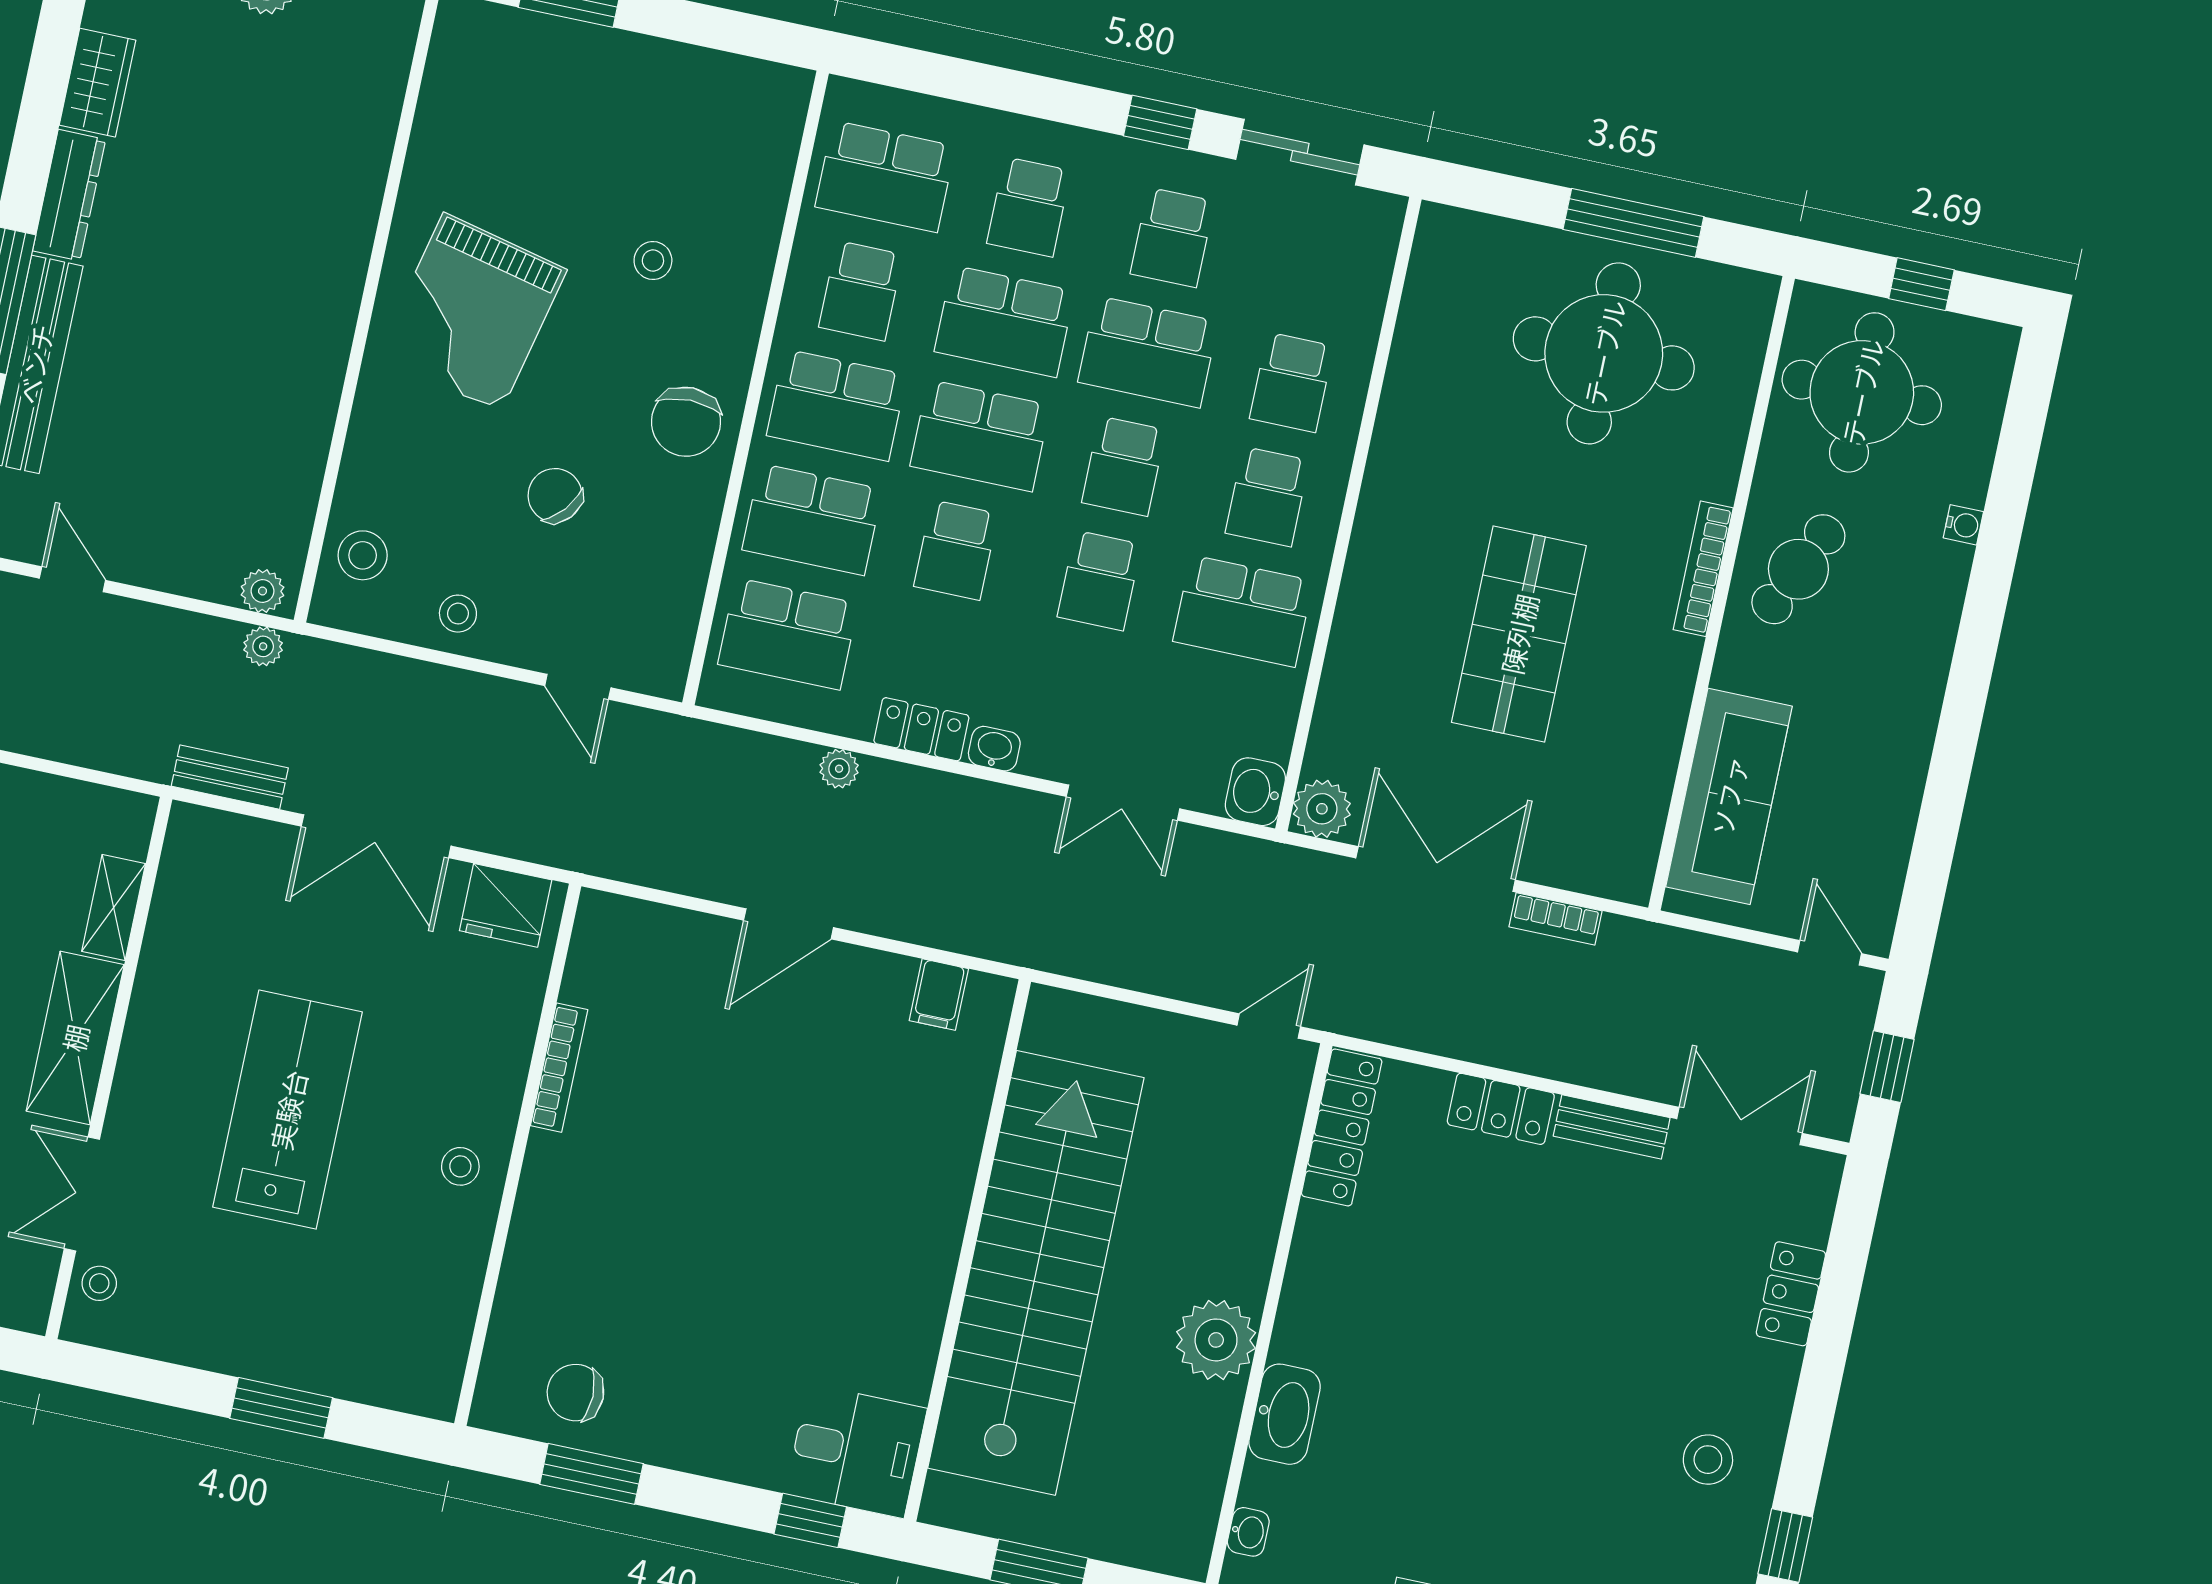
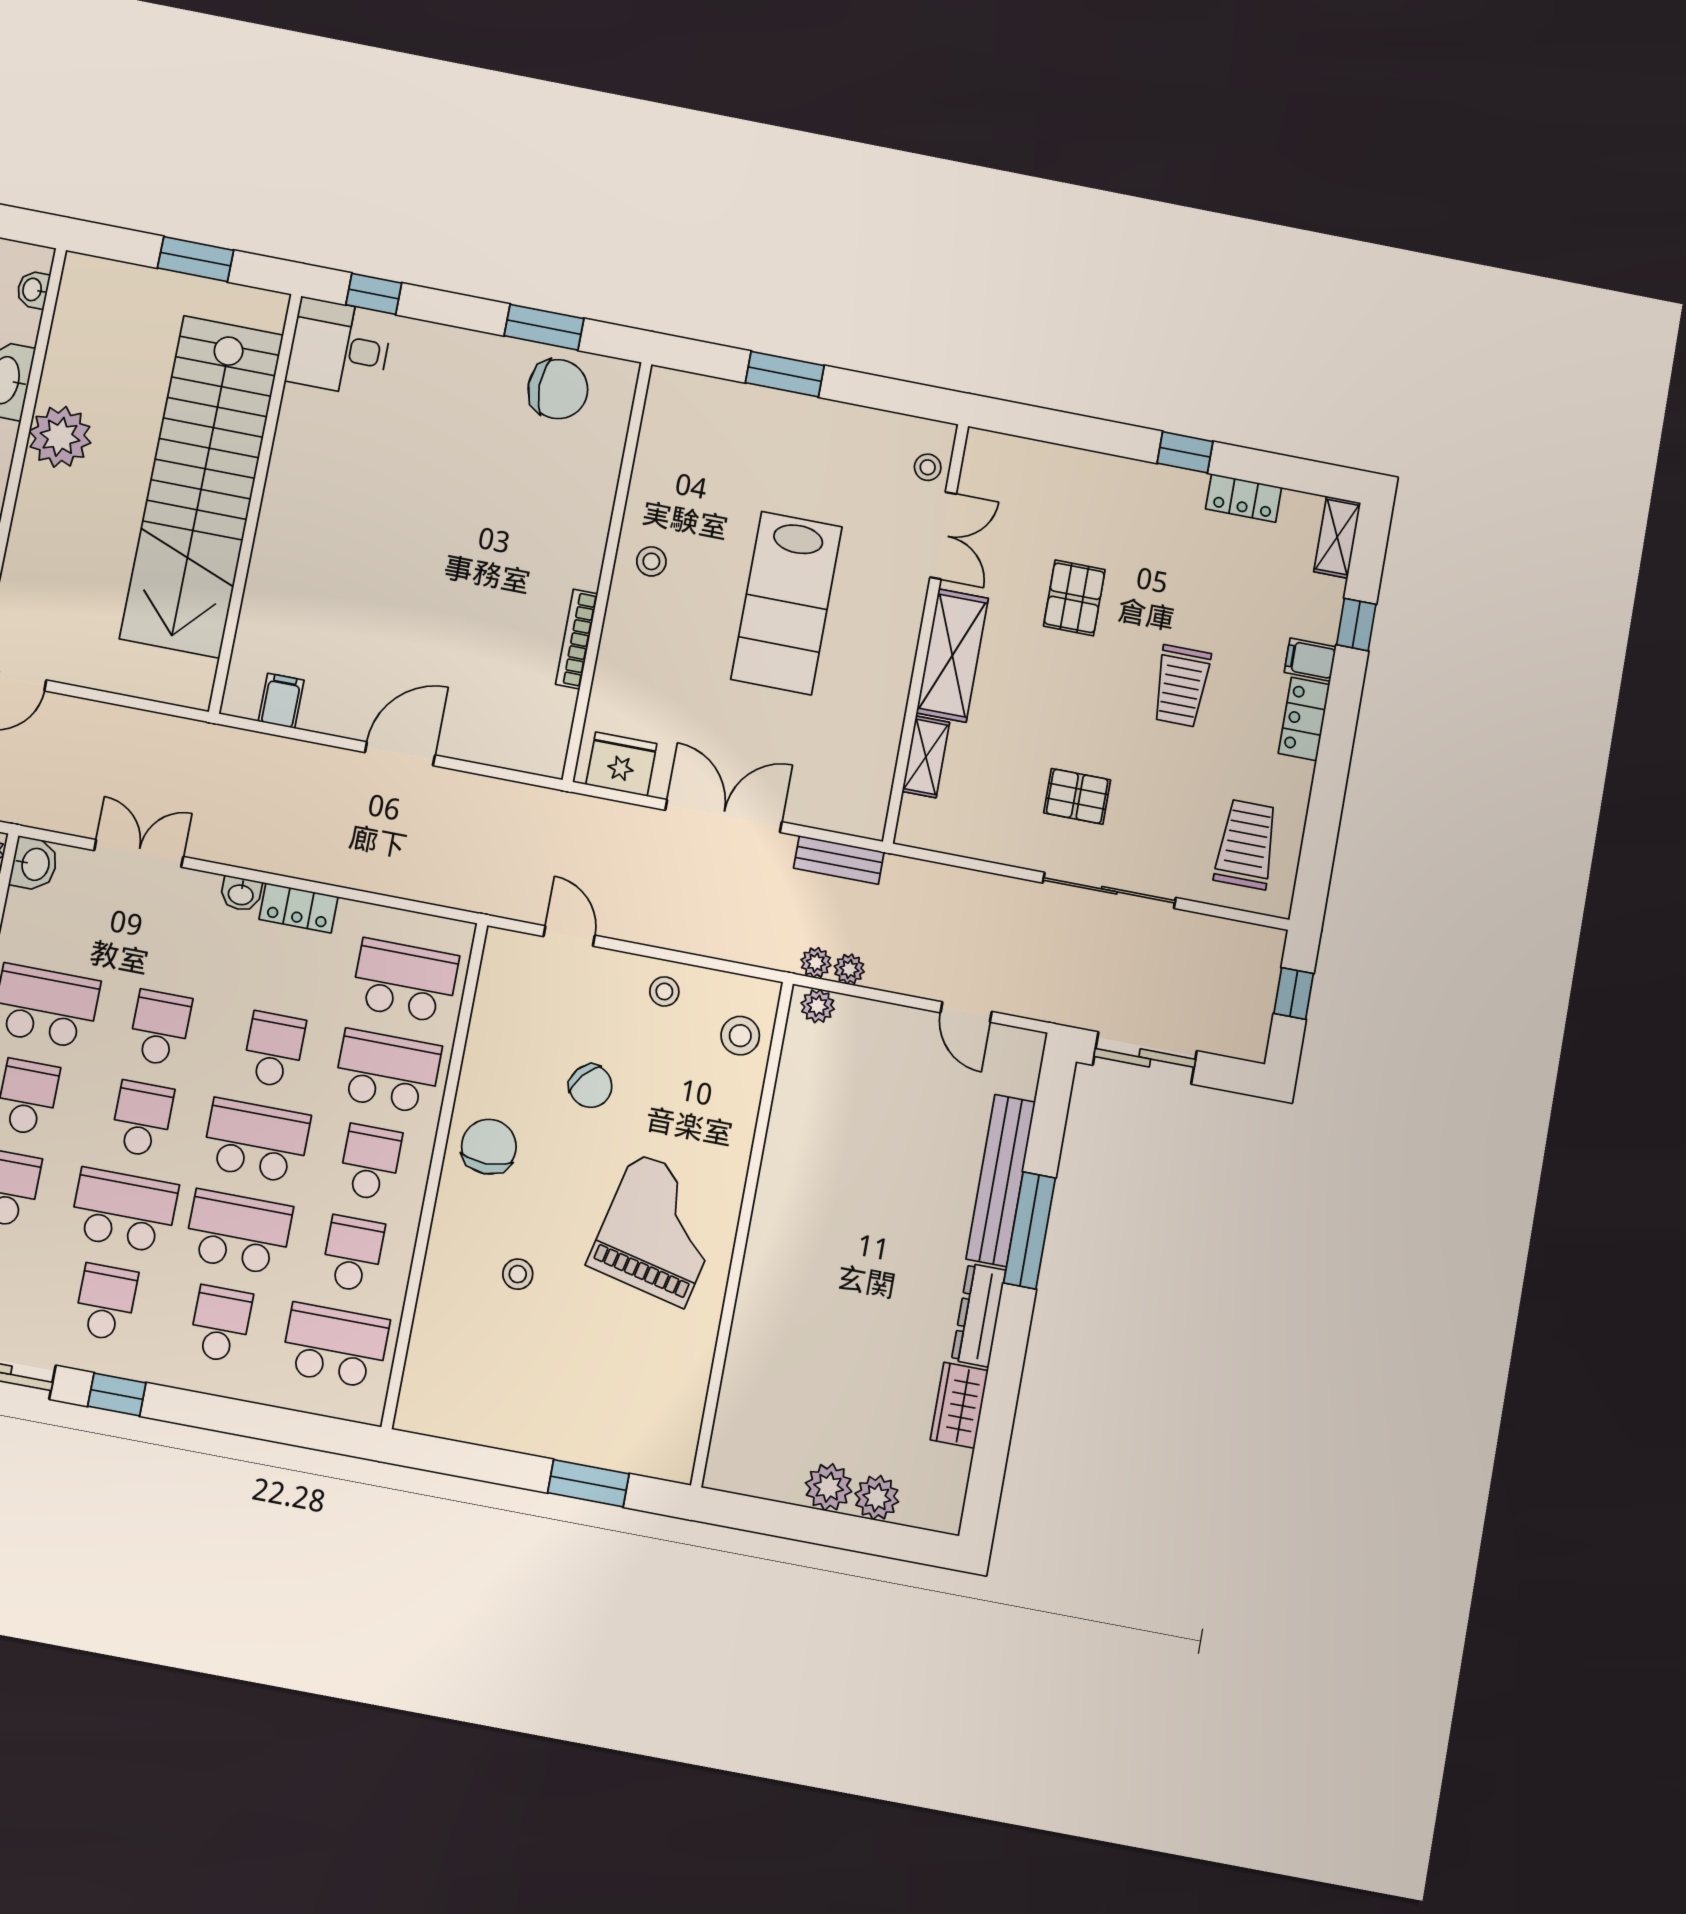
school desk: (837, 405) -> (370, 1162), width x0.54
plant: (839, 769) -> (849, 969), moved
chair: (575, 1393) -> (558, 389), width x1.37, depth x1.37

